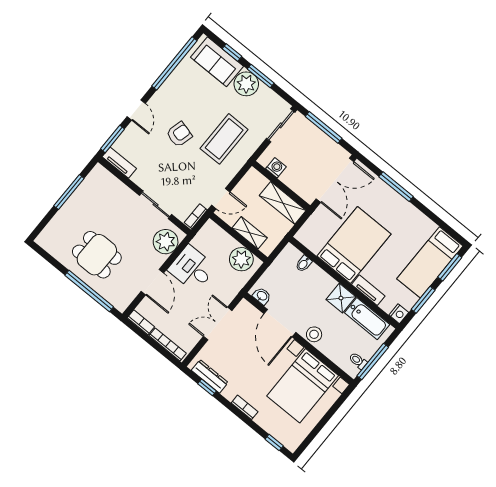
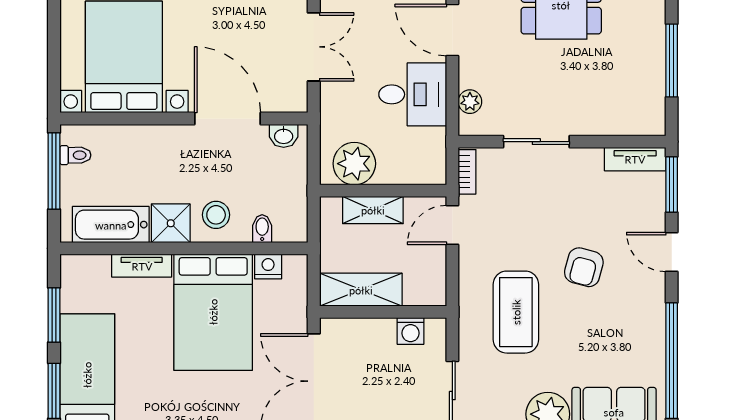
plant: (166, 242) -> (470, 102), width x0.53, depth x0.53
nightstand: (399, 314) -> (268, 267), moved, turned 90
stool: (314, 334) -> (216, 215), moved

